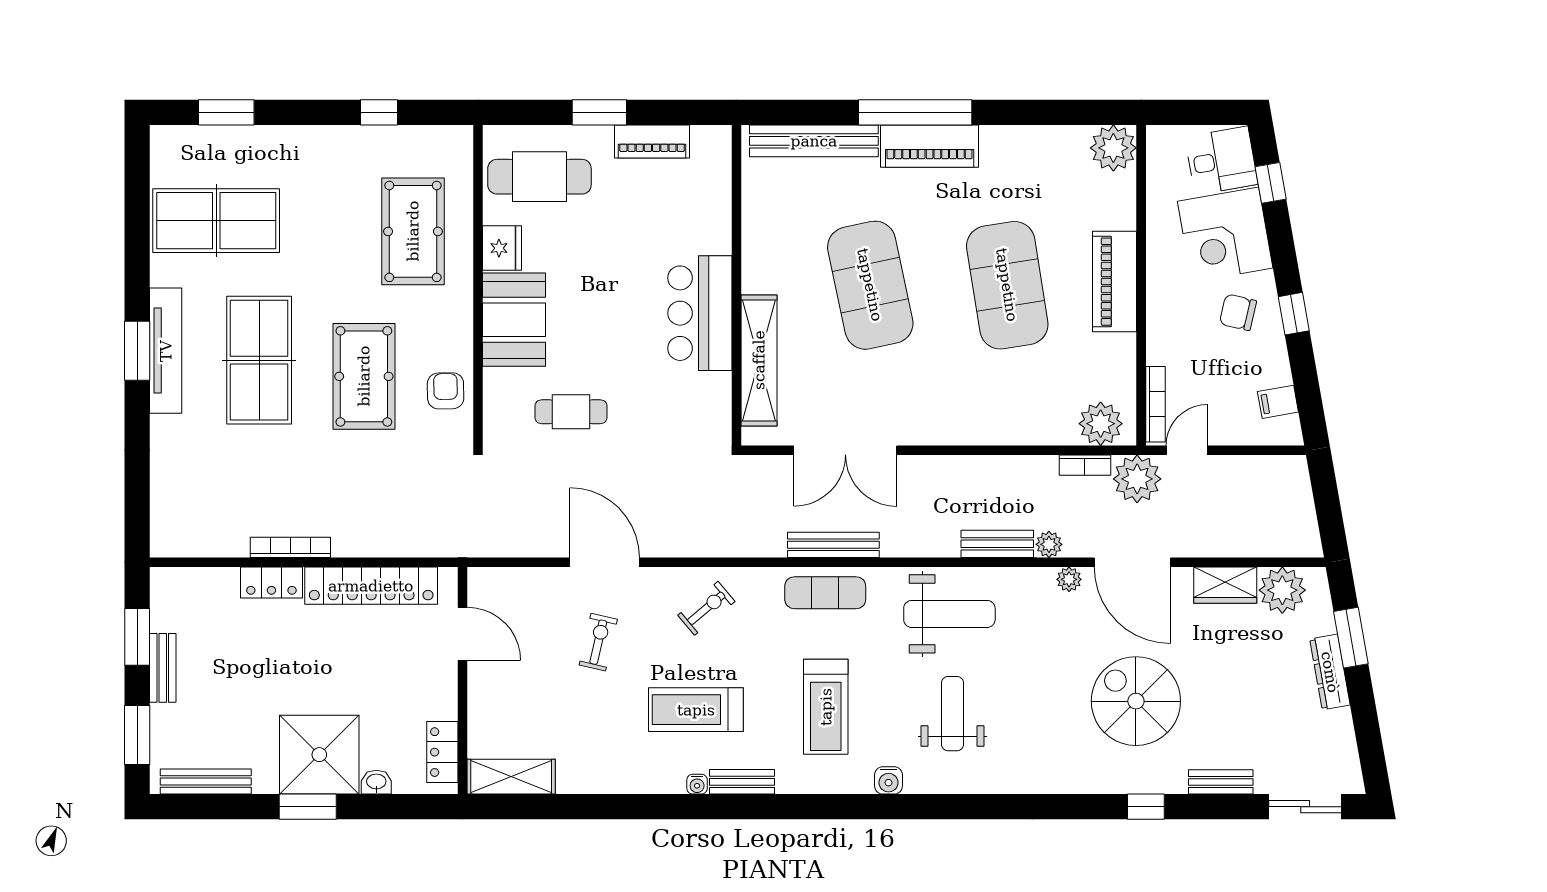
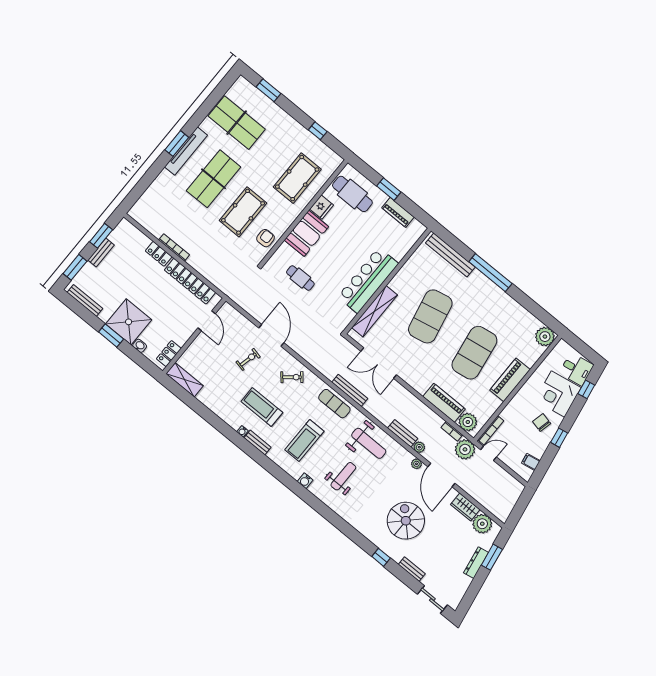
piano: (930, 146) -> (444, 403), moved, turned 180
bar counter: (700, 313) -> (368, 280), width x1.36

